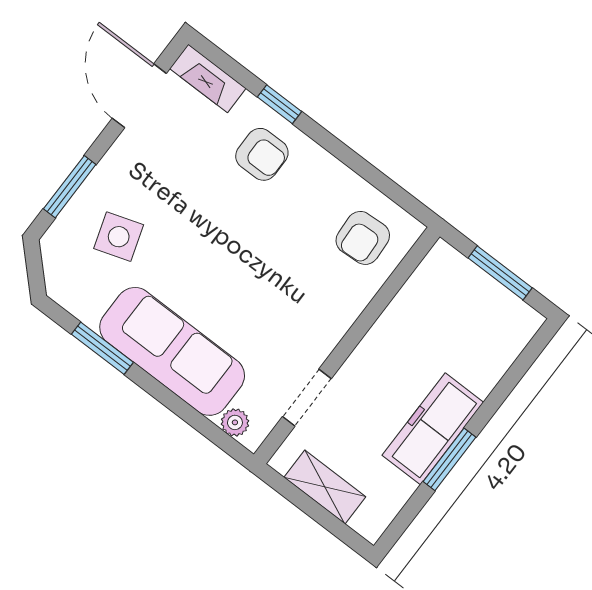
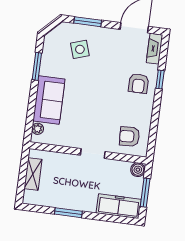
boiler: (443, 260) -> (138, 170), added
sofa: (172, 351) -> (49, 100), width x0.73
doorway: (307, 398) -> (93, 153), moved
freezer: (433, 429) -> (119, 206), moved

